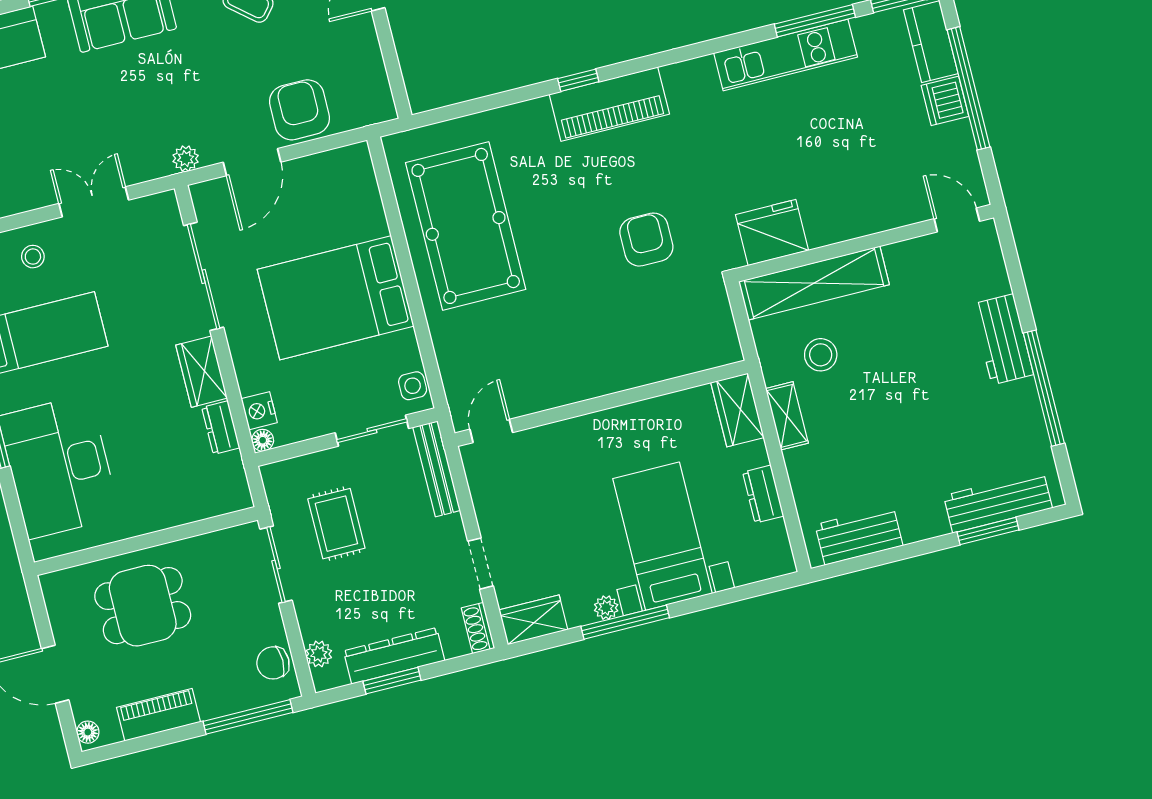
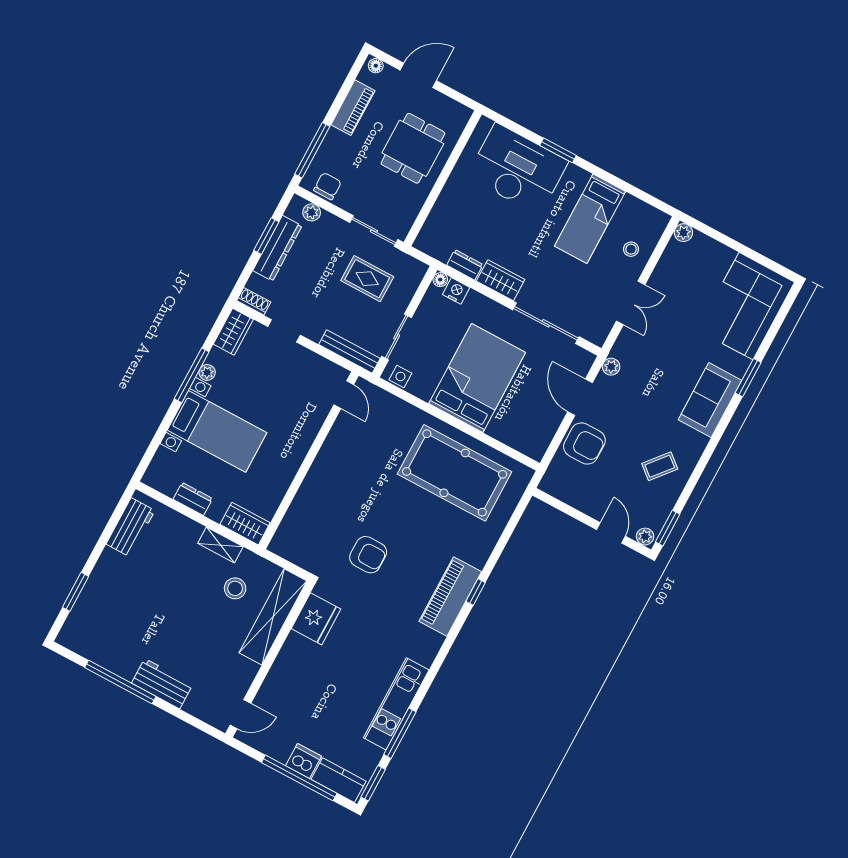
workbench: (998, 502) -> (85, 610), removed

